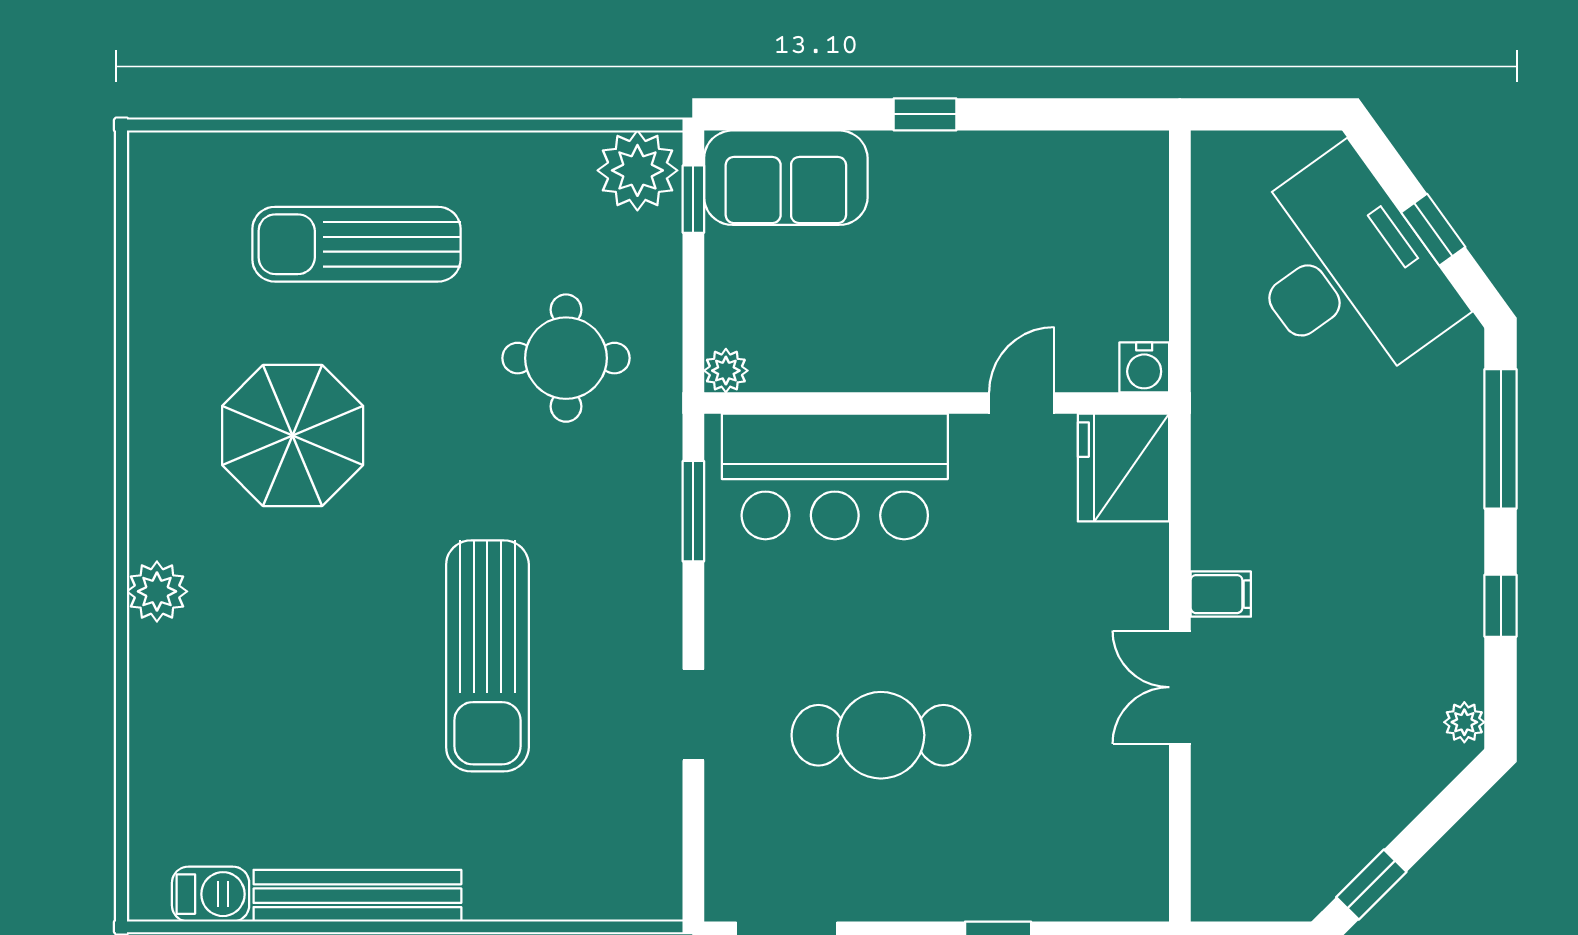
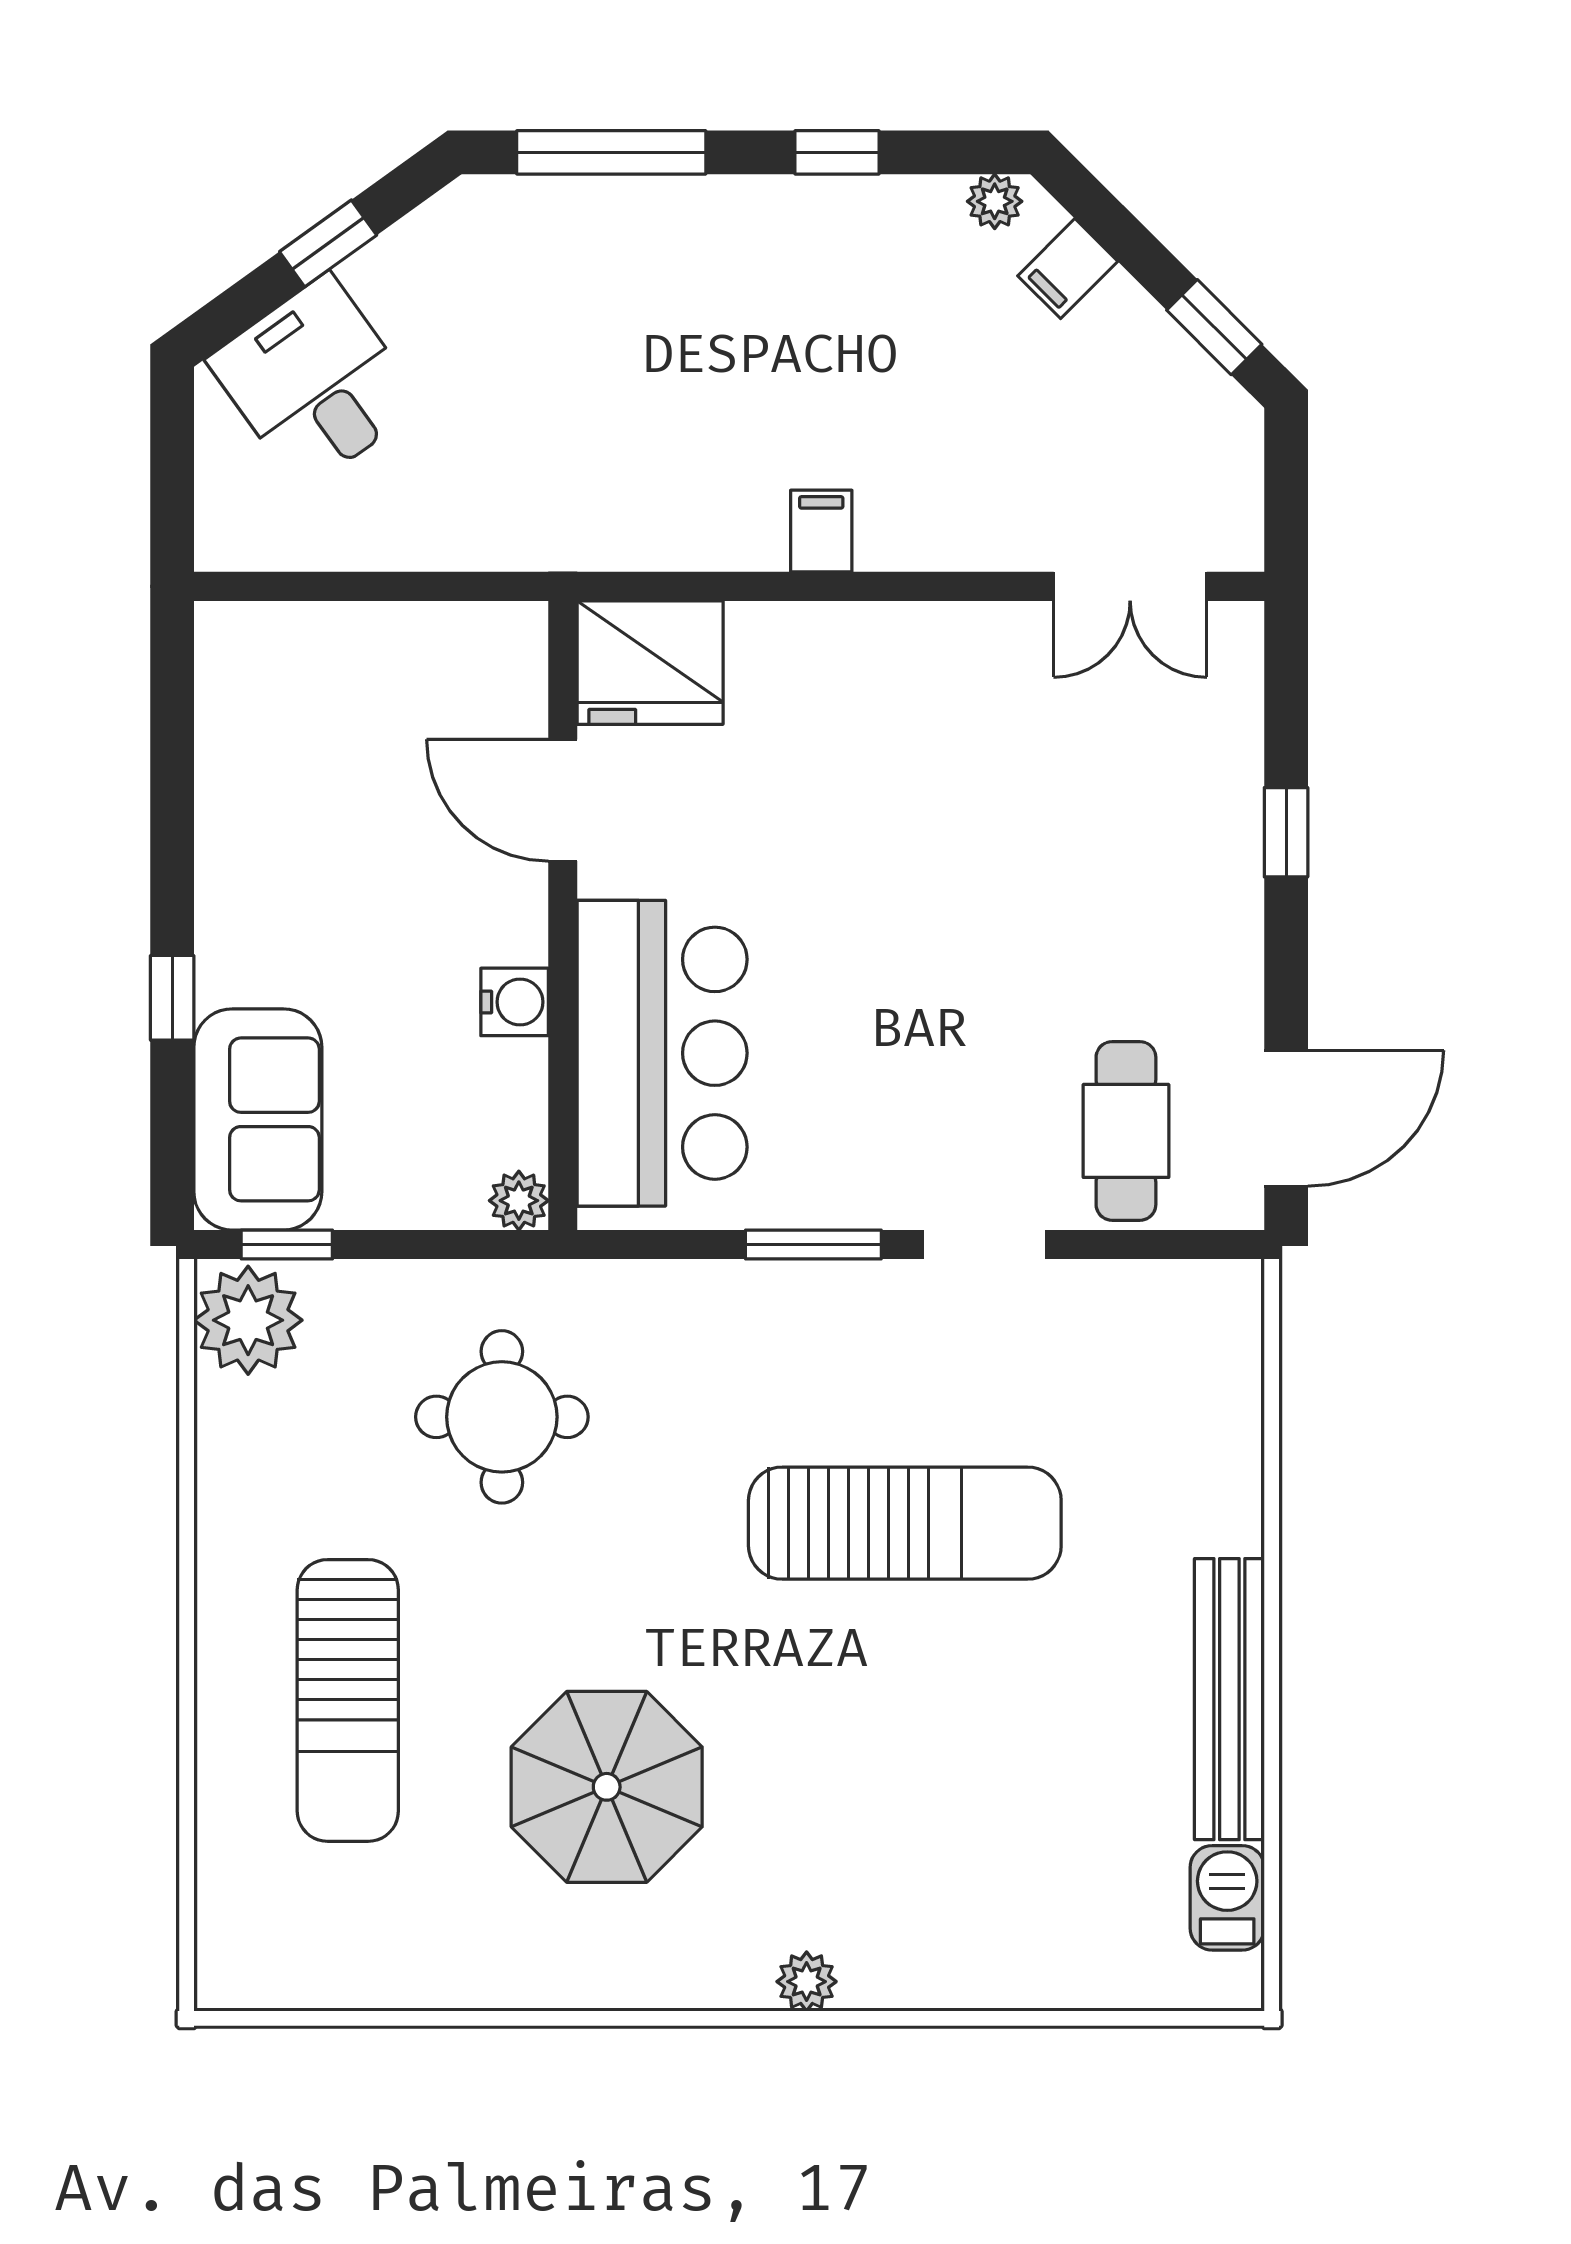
window: (925, 114) -> (172, 998), moved
desk: (1345, 271) -> (315, 382), width x0.53, depth x0.77
water cooler: (1144, 367) -> (515, 1002), moved
door: (1022, 403) -> (563, 800), width x1.38
window: (693, 511) -> (813, 1245), moved
plant: (157, 591) -> (807, 1982), width x0.73, depth x0.73
double door: (1180, 687) -> (1130, 586), moved
cafe table: (881, 735) -> (1126, 1131), moved, width x0.73, depth x0.74
filing cabinet: (1415, 776) -> (1068, 269), added

